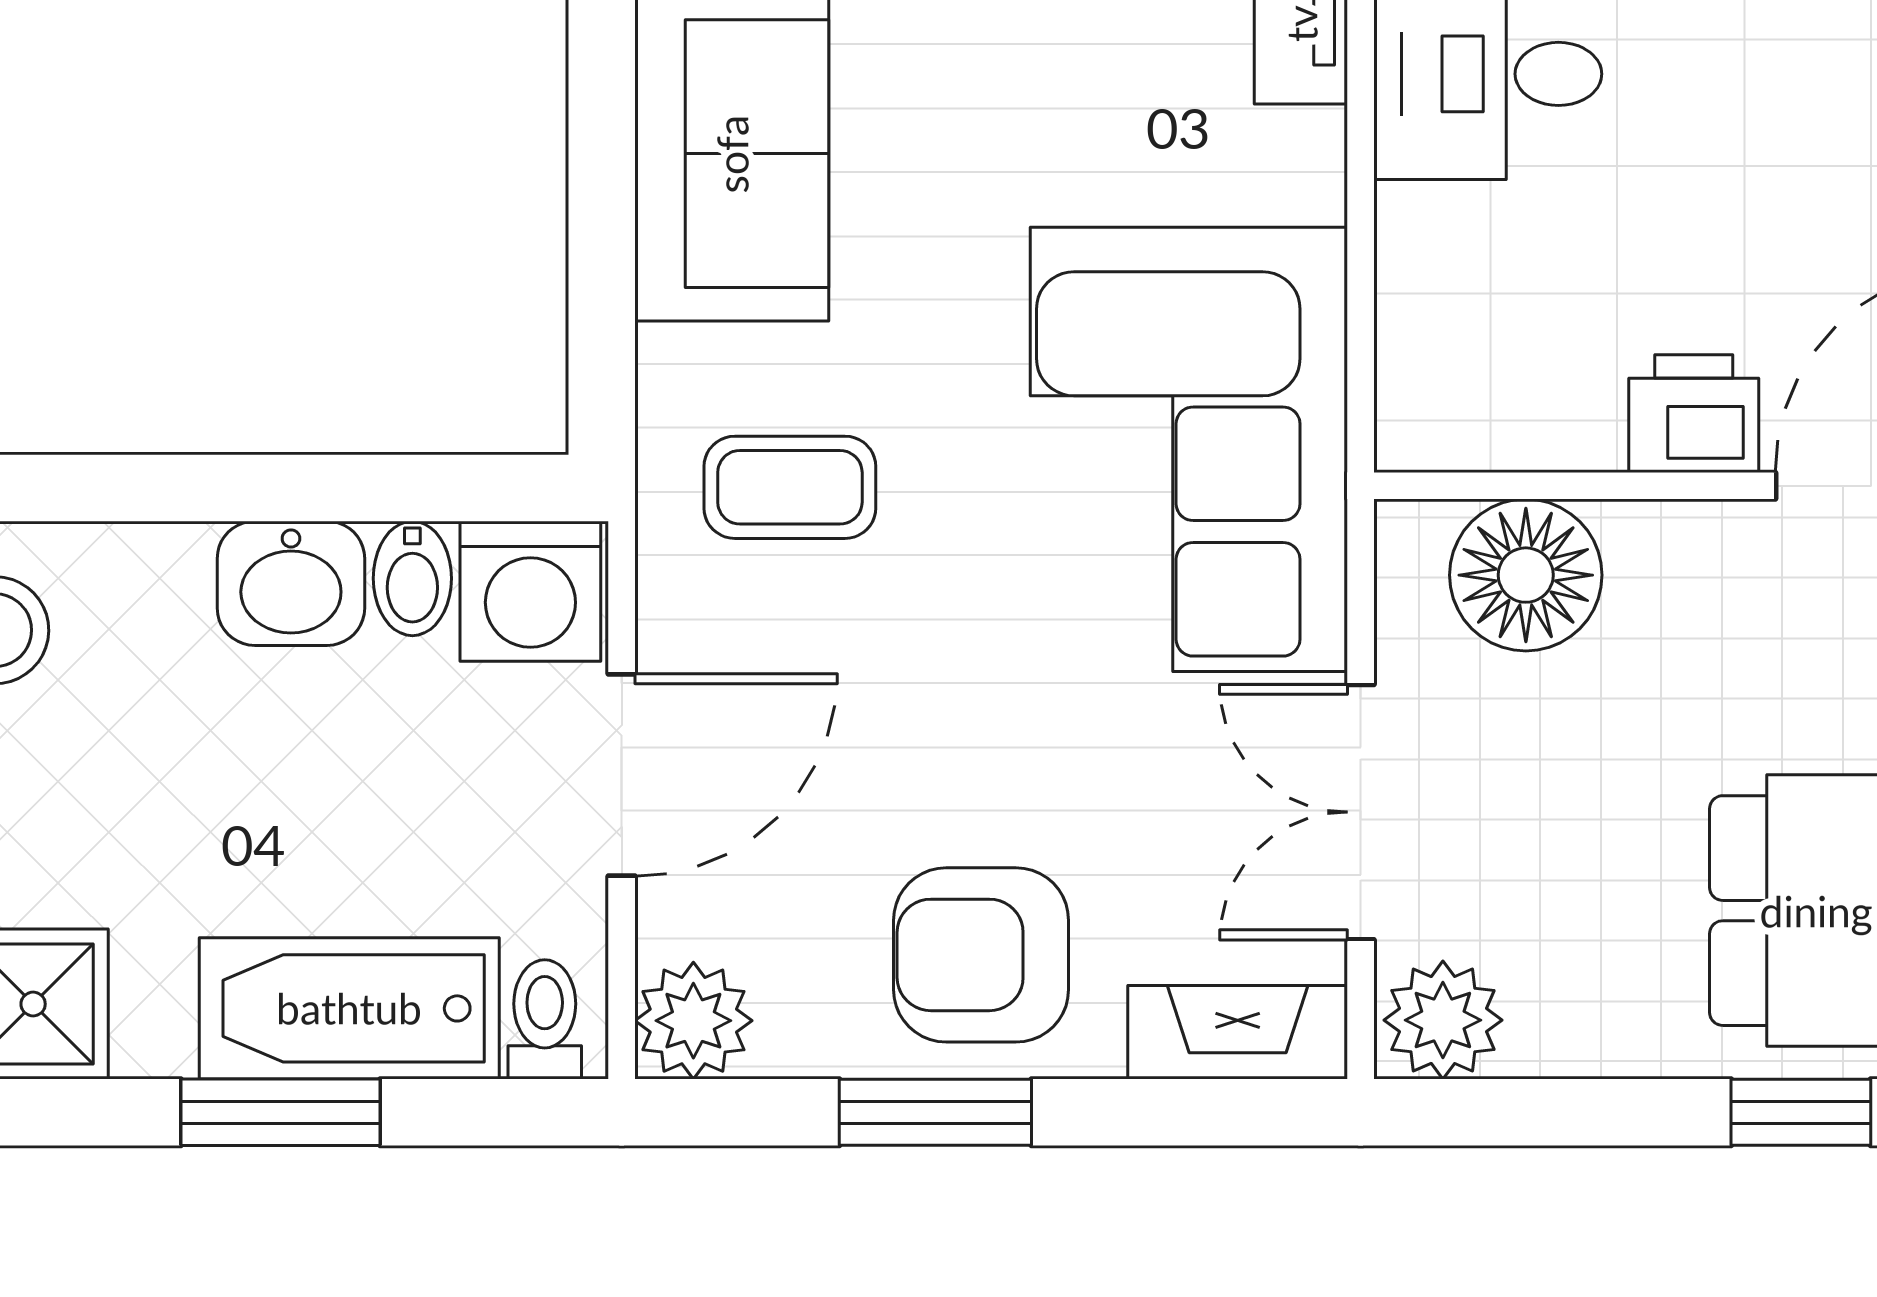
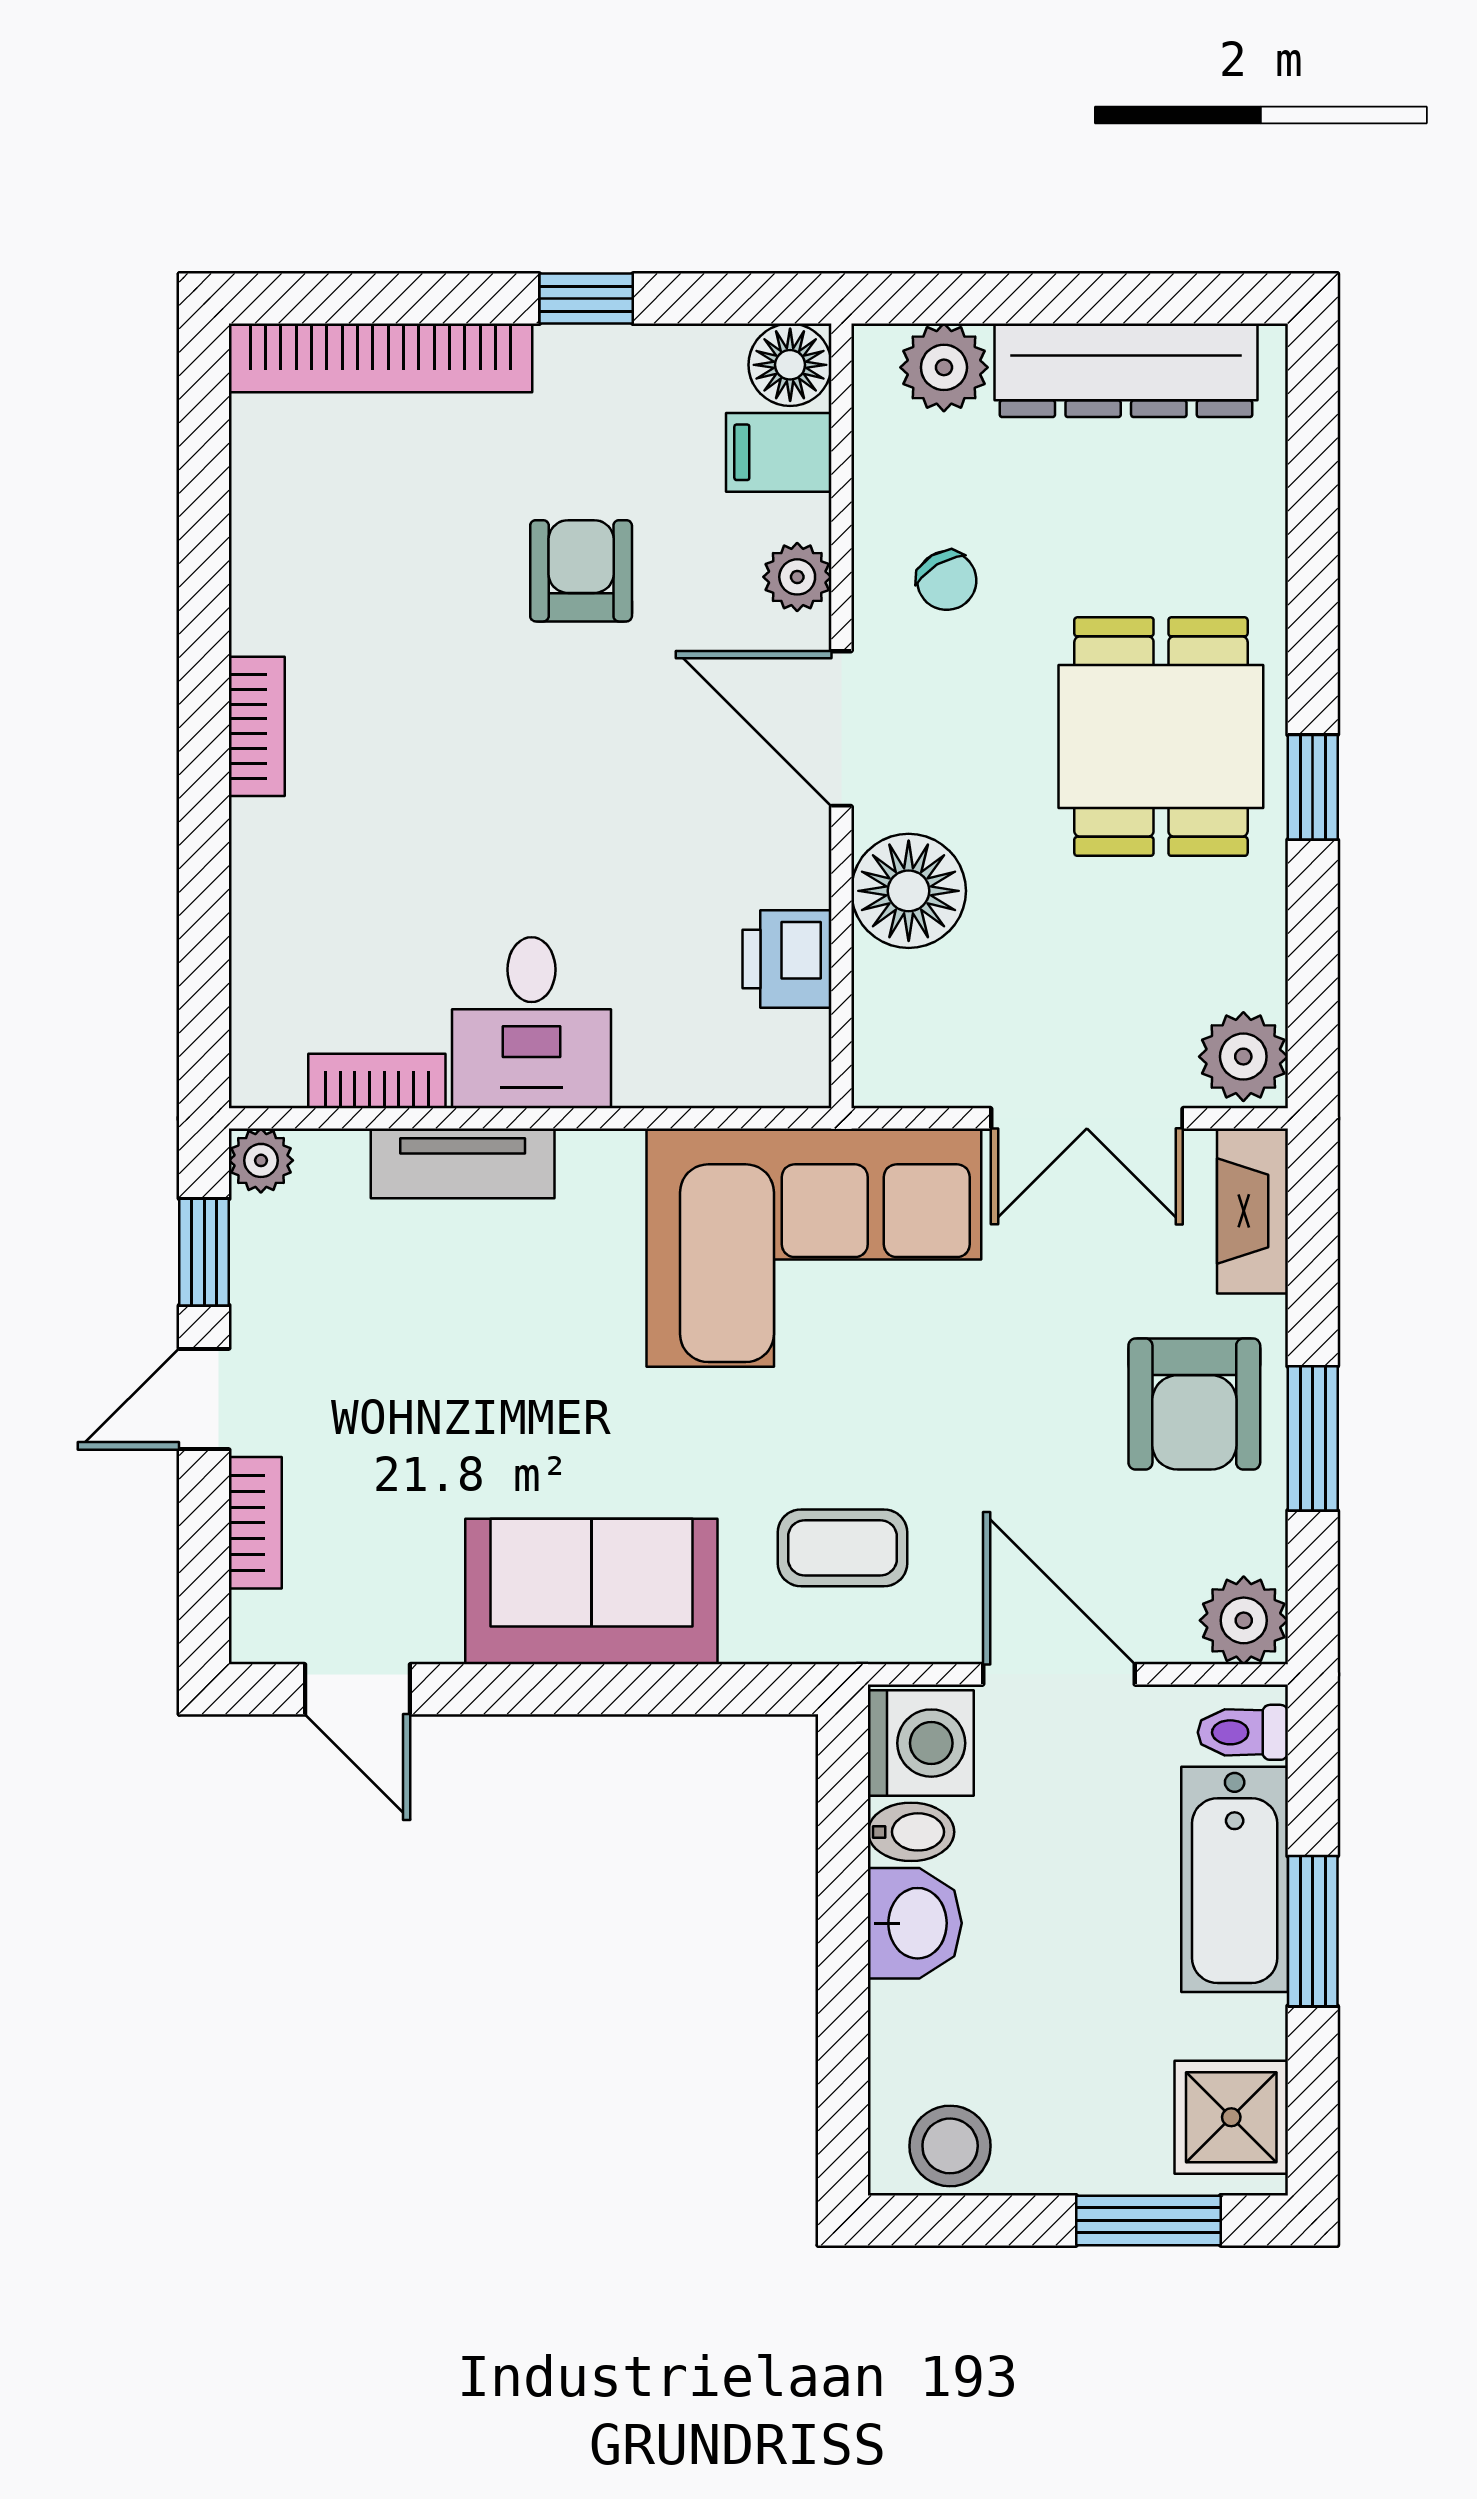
printer: (1694, 414) -> (787, 959), moved
coffee table: (790, 487) -> (843, 1548), turned 90
floor lamp: (1526, 575) -> (909, 891), moved

